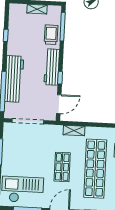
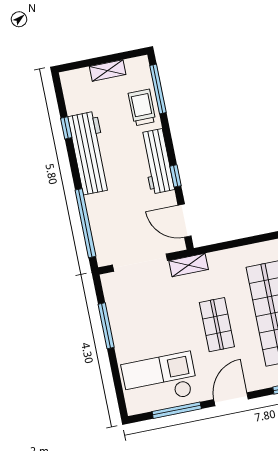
workbench: (14, 79) -> (90, 153), moved
door: (59, 104) -> (184, 221), swing flipped
shelving: (74, 131) -> (189, 265), moved

